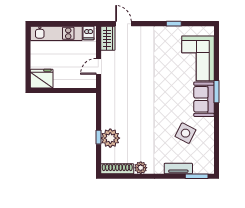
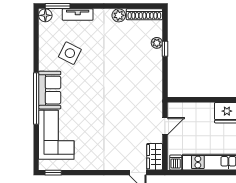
window: (174, 24) -> (53, 173), moved
window: (216, 92) -> (36, 98), width x2.11
plant: (110, 138) -> (157, 43), width x0.53, depth x0.53
floor lamp: (208, 168) -> (45, 15), added

